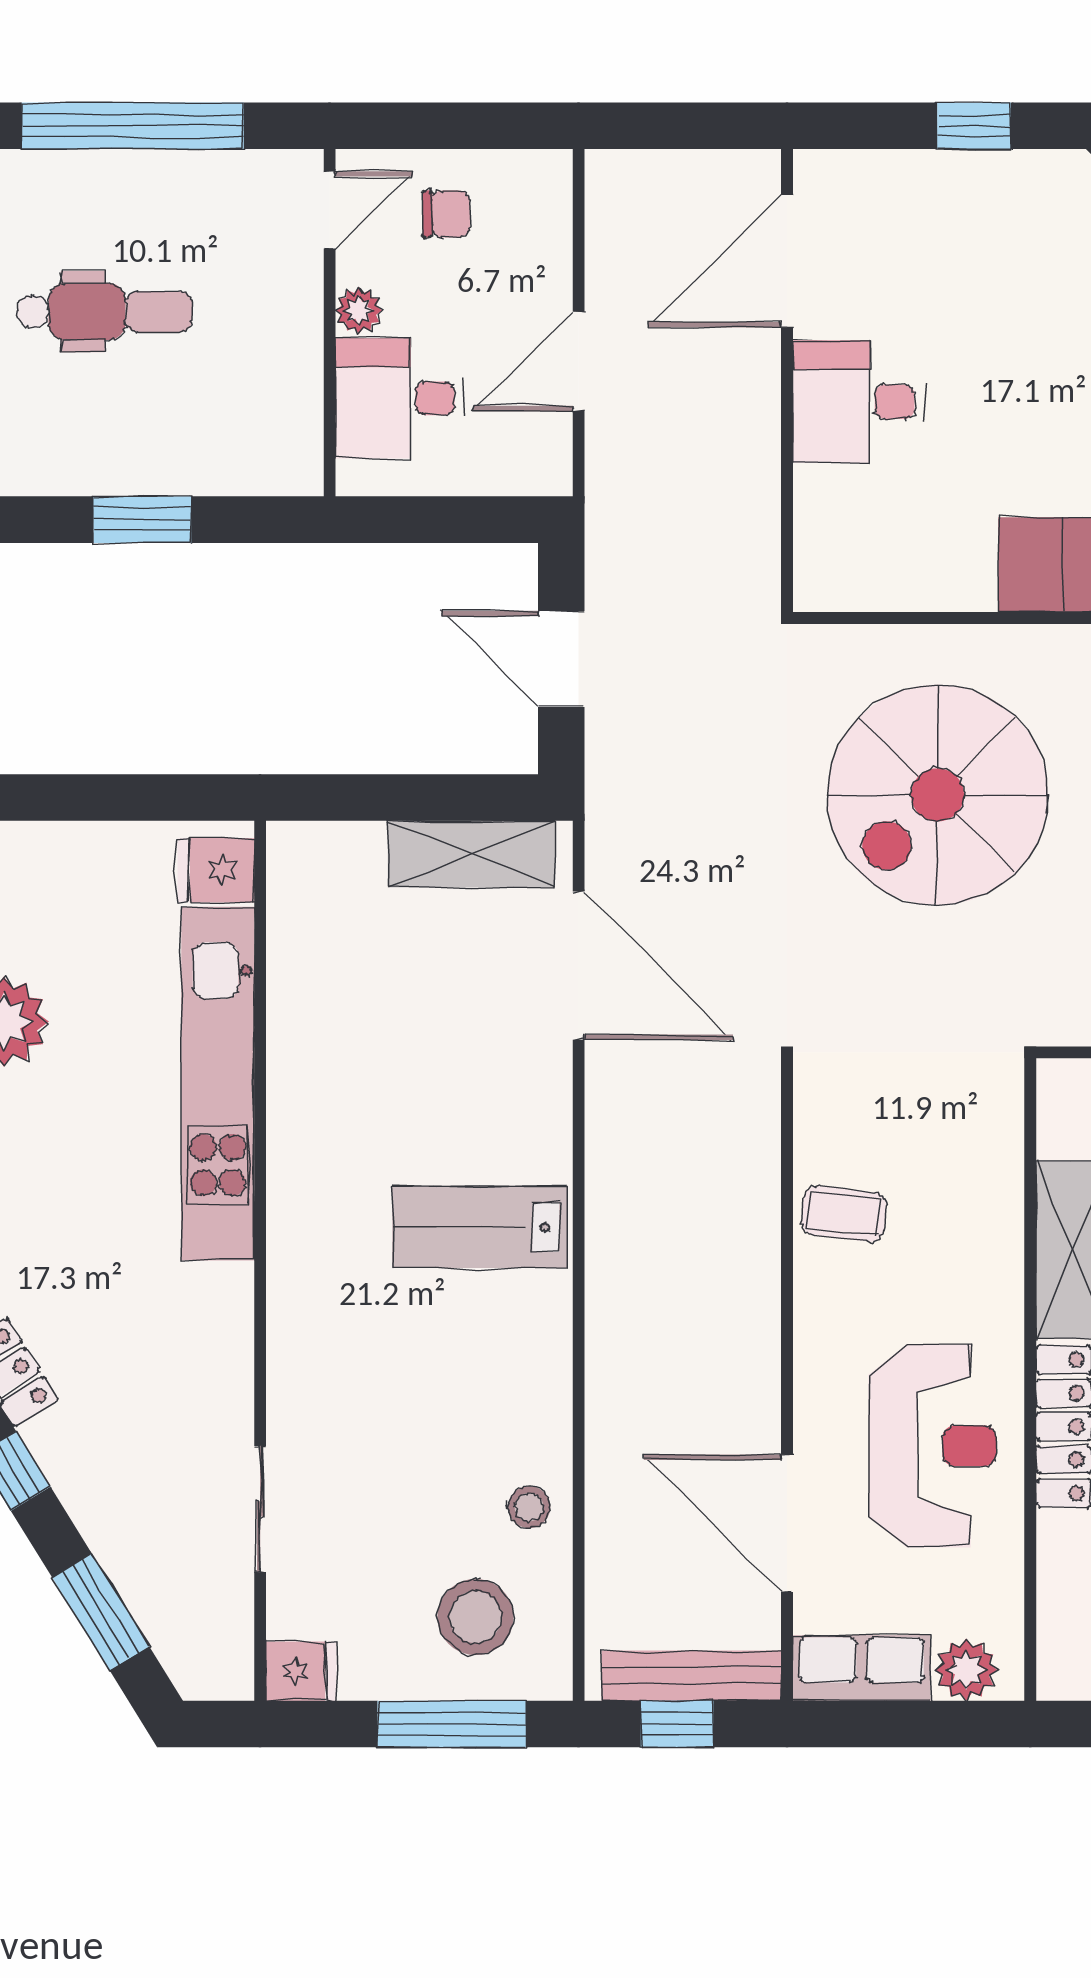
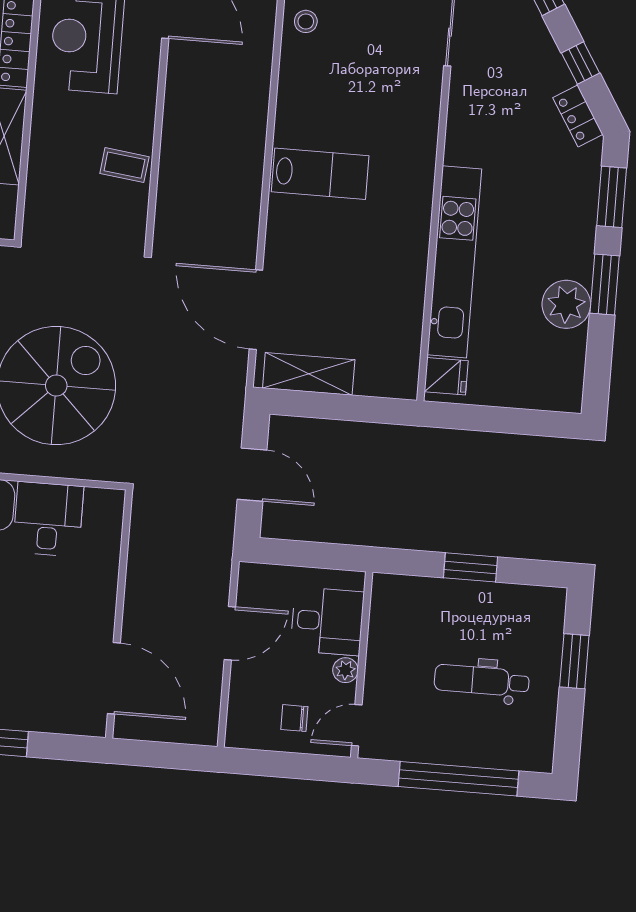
door: (787, 261) -> (114, 678), hinge flipped
desk: (859, 402) -> (48, 519), moved, turned -90

